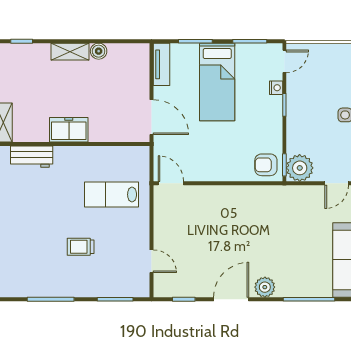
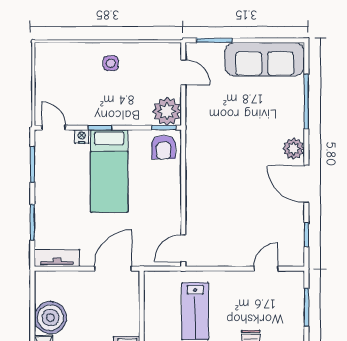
boiler: (99, 51) -> (50, 318), width x1.86, depth x1.86
bed: (217, 82) -> (109, 171), moved, turned 90

